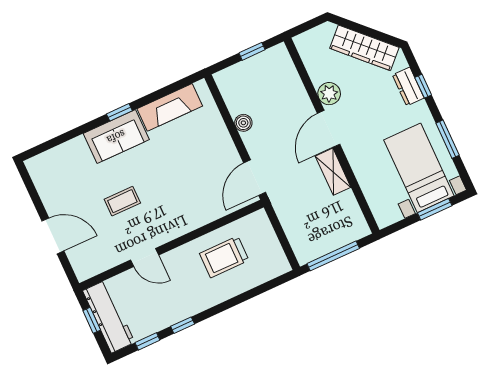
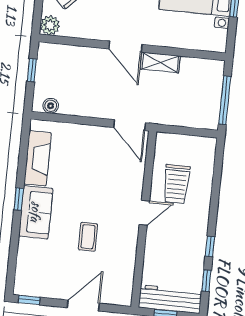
plant: (329, 94) -> (50, 25), moved
boiler: (243, 123) -> (51, 106), moved
window: (27, 180) -> (29, 300), added
door: (145, 258) -> (144, 213), moved

